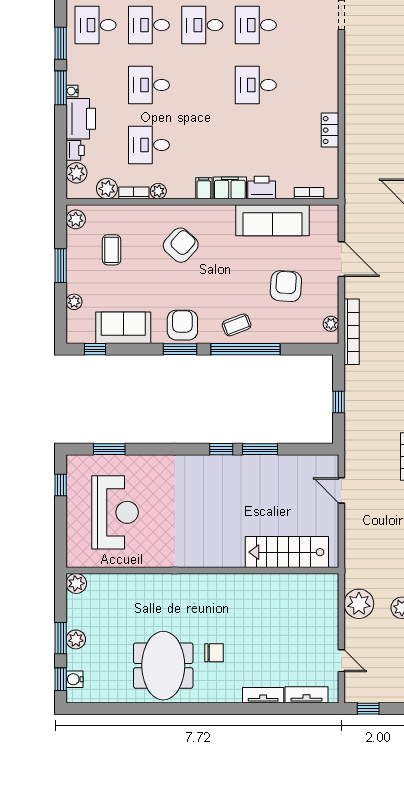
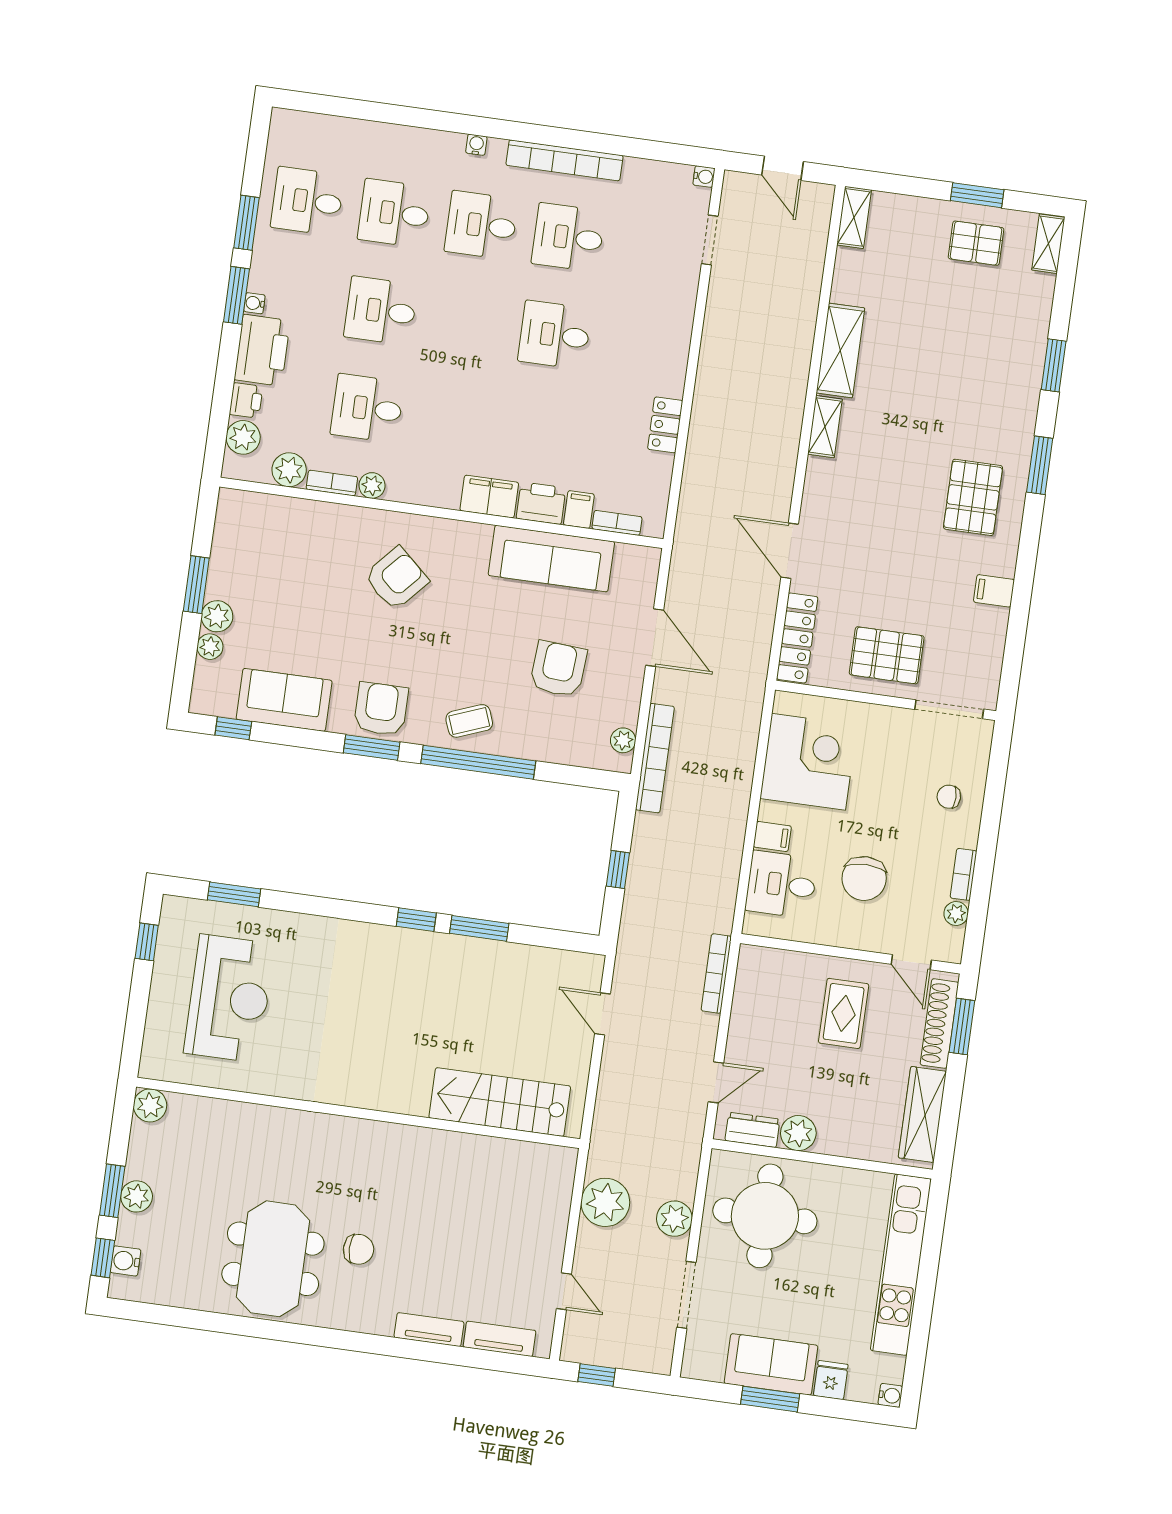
filing cabinet: (204, 188) -> (579, 509), moved
plant: (76, 219) -> (217, 616), moved
coffee table: (112, 250) -> (283, 571), removed

